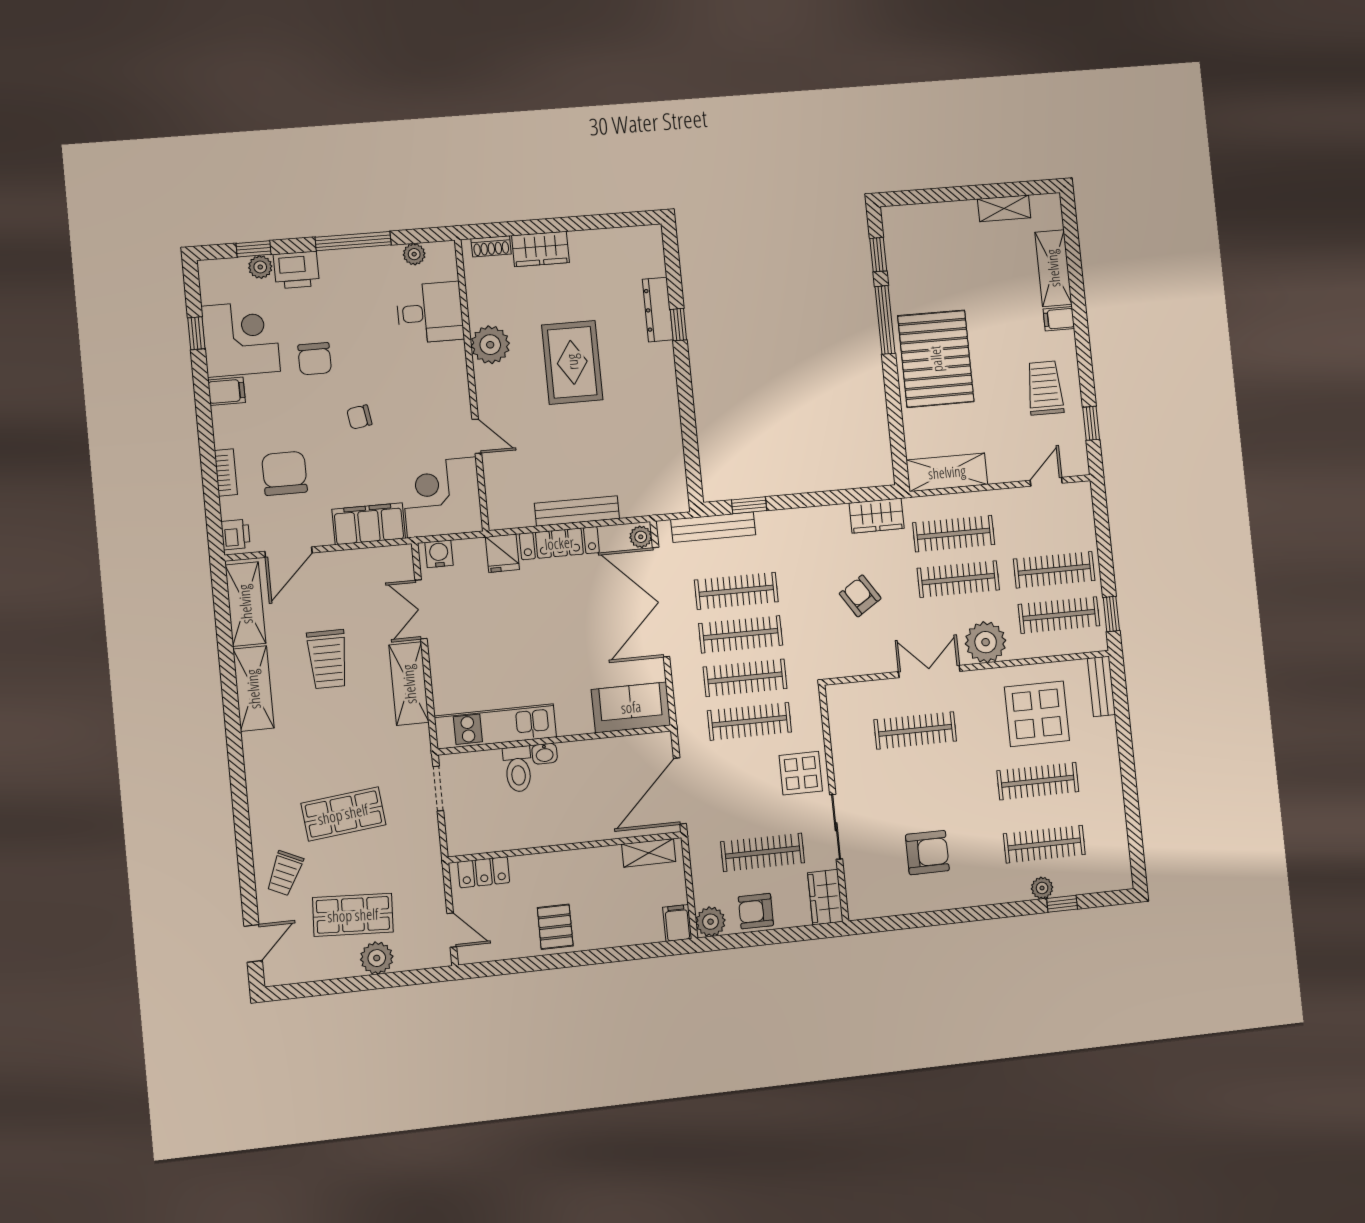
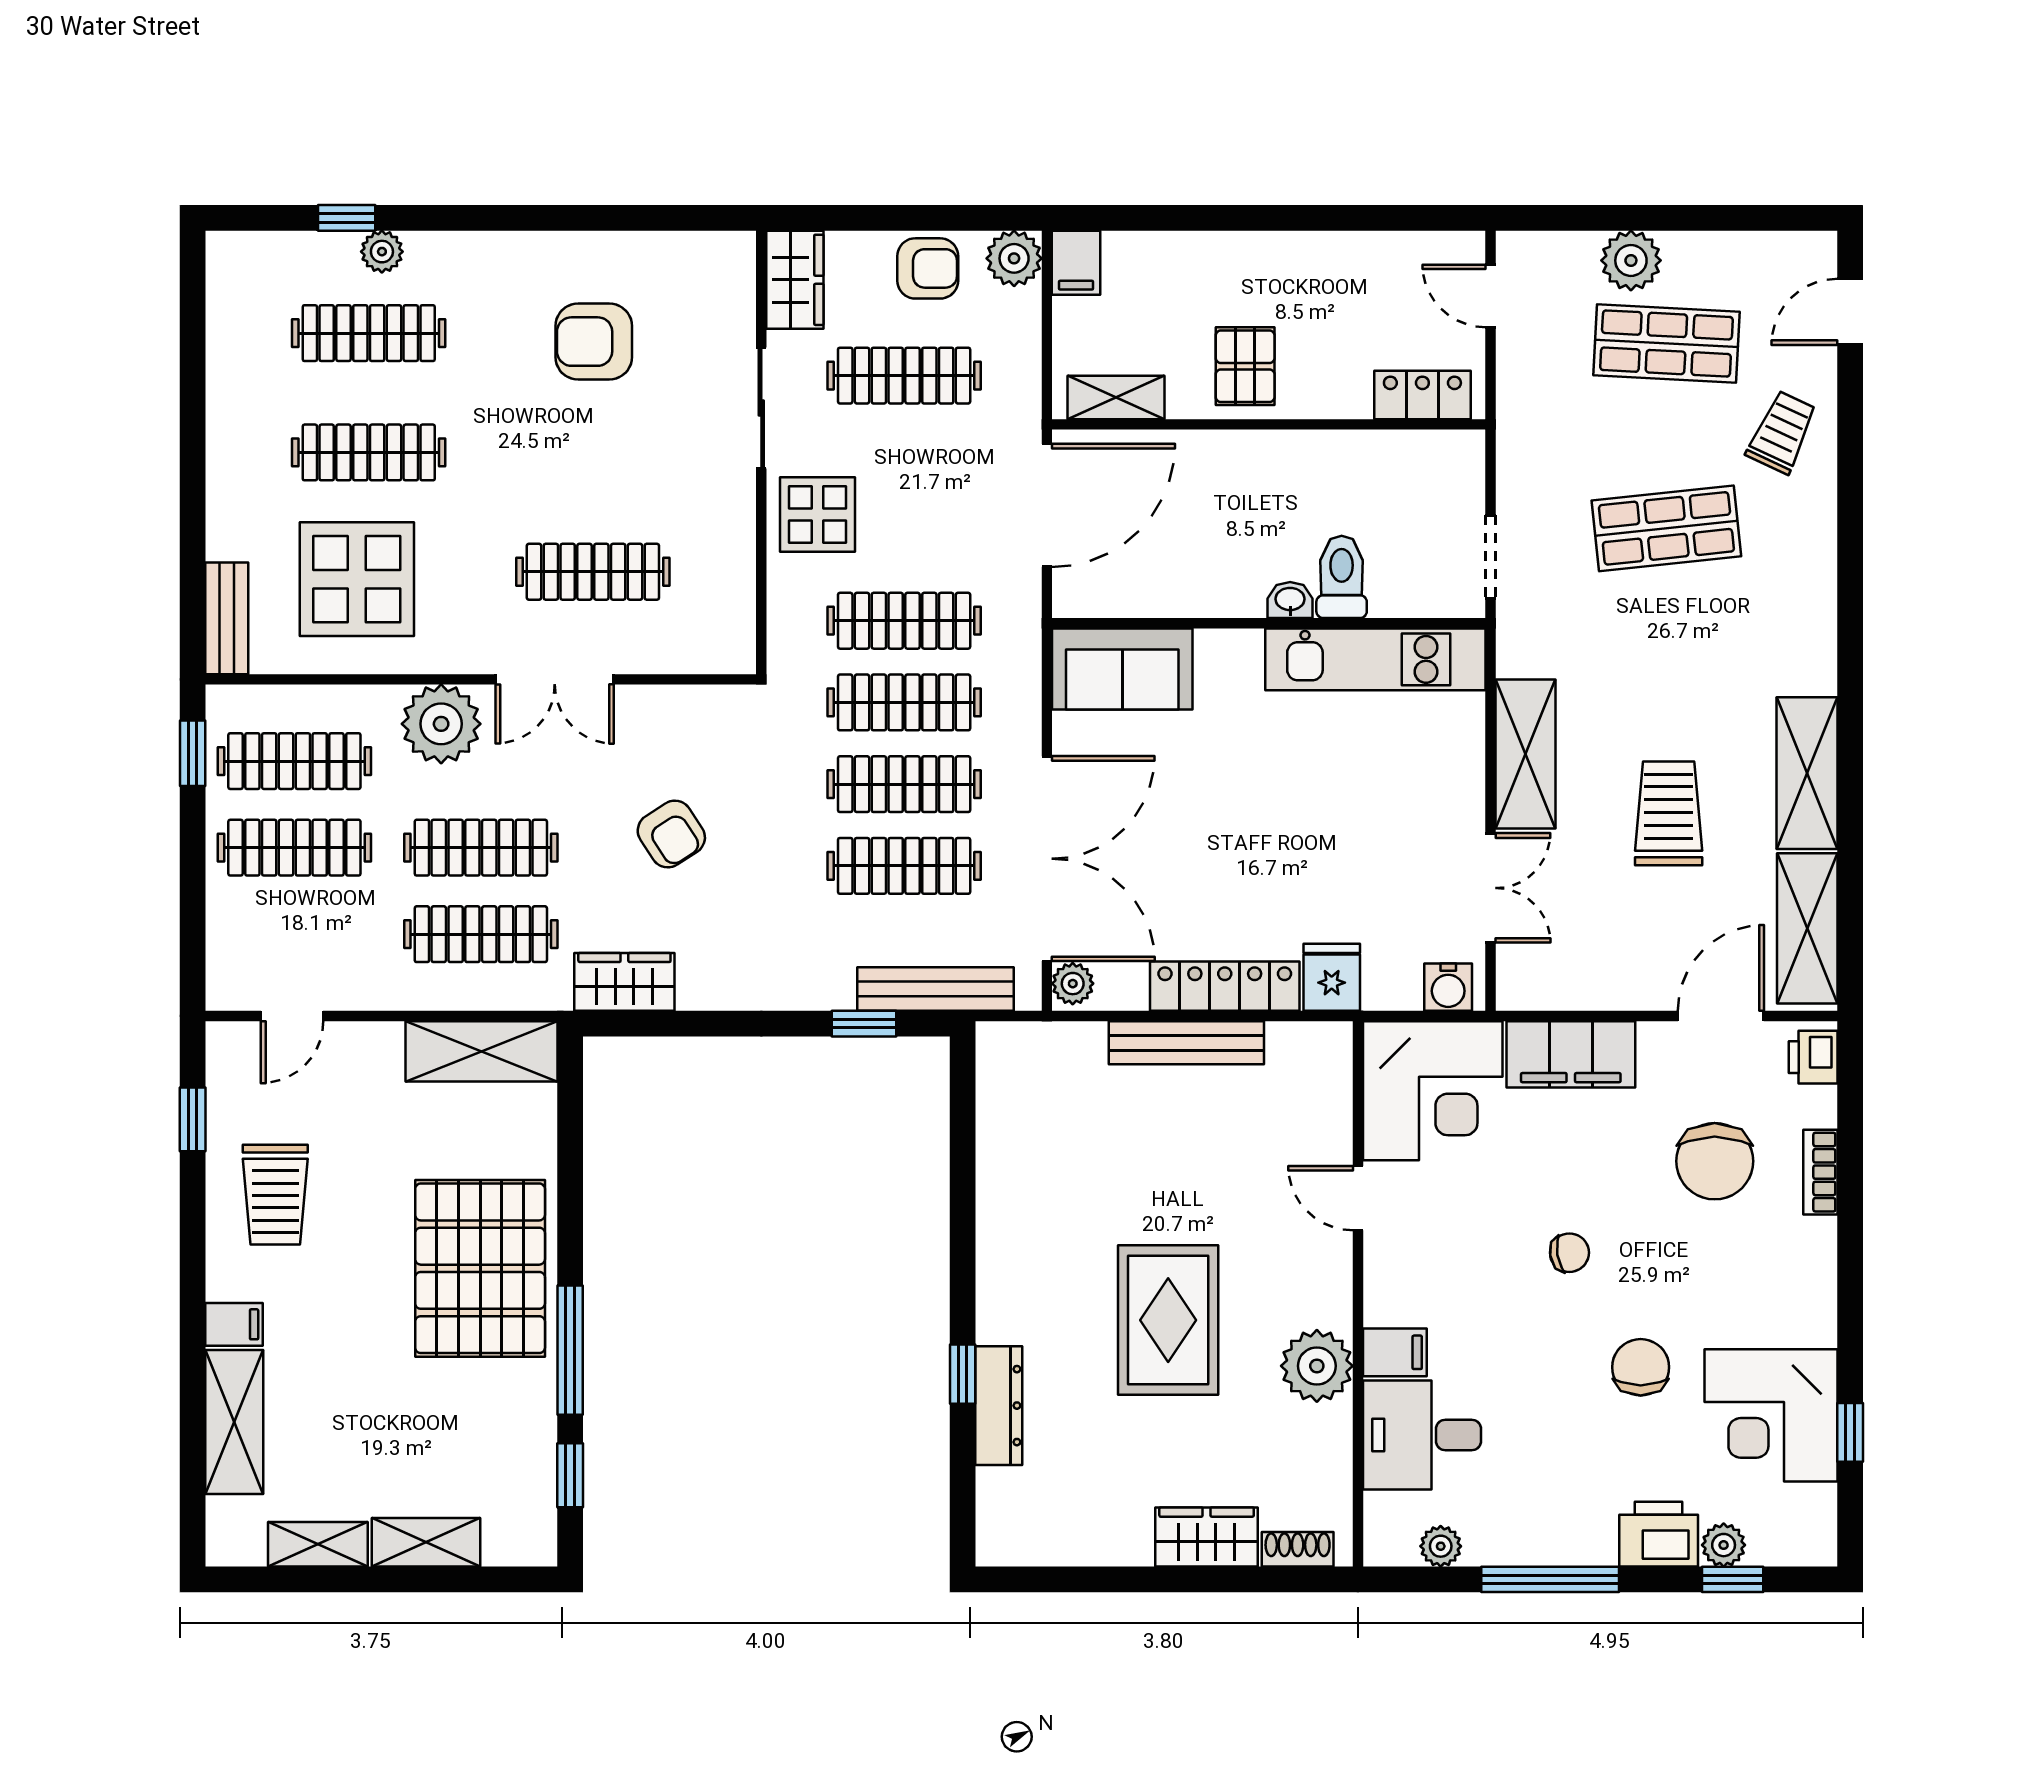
shelving: (949, 214) -> (426, 1542), added
filing cabinet: (227, 391) -> (1395, 1352), moved, turned 180
pallet: (555, 927) -> (1245, 366), moved

